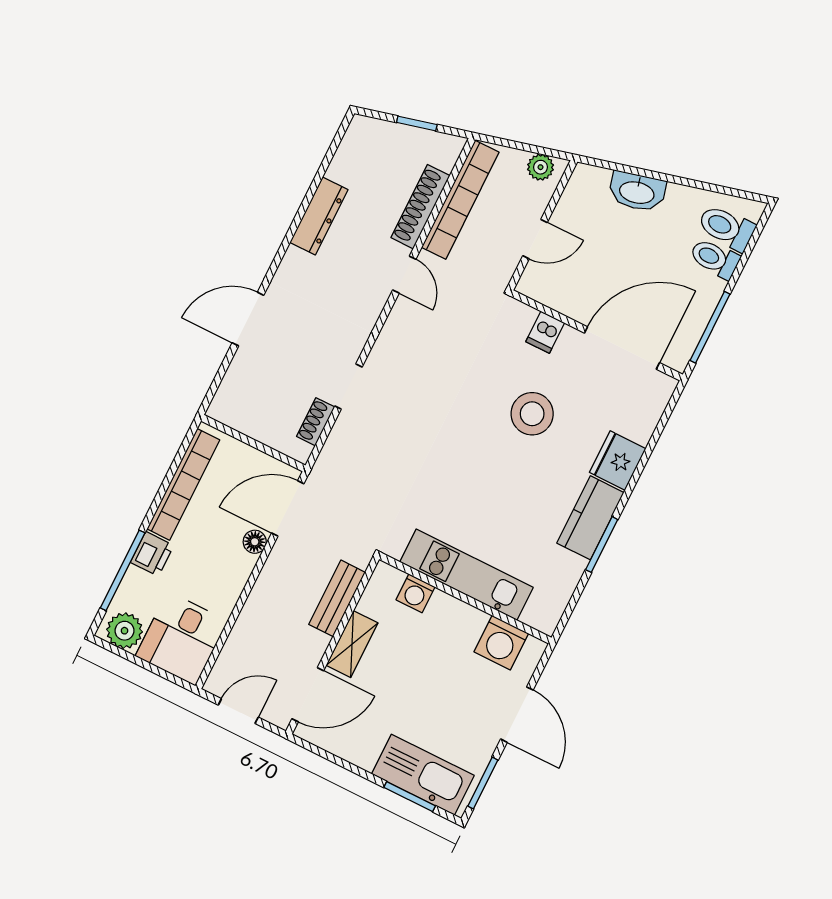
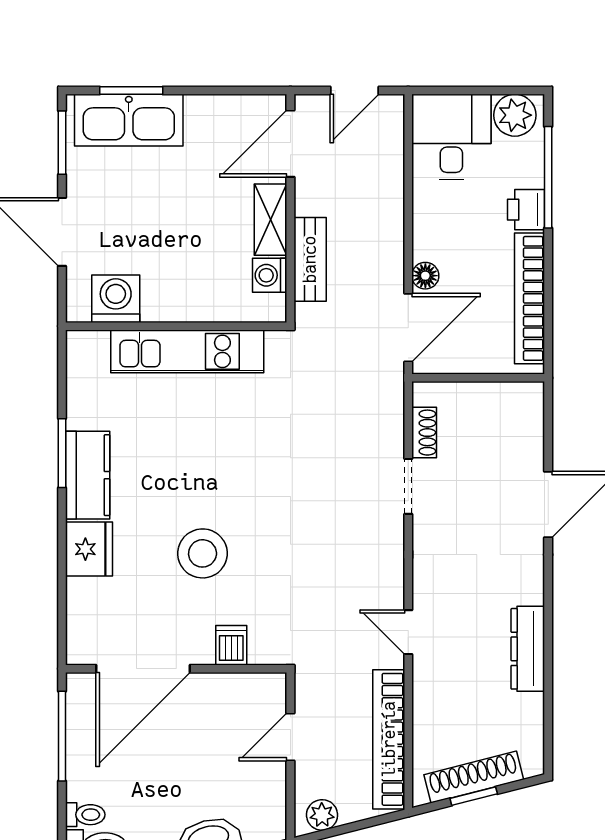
shoe rack: (420, 207) -> (474, 777), moved, turned -104
toilet: (715, 259) -> (85, 815), width x0.73, depth x0.72
washing machine: (415, 593) -> (270, 275), moved, turned -90

